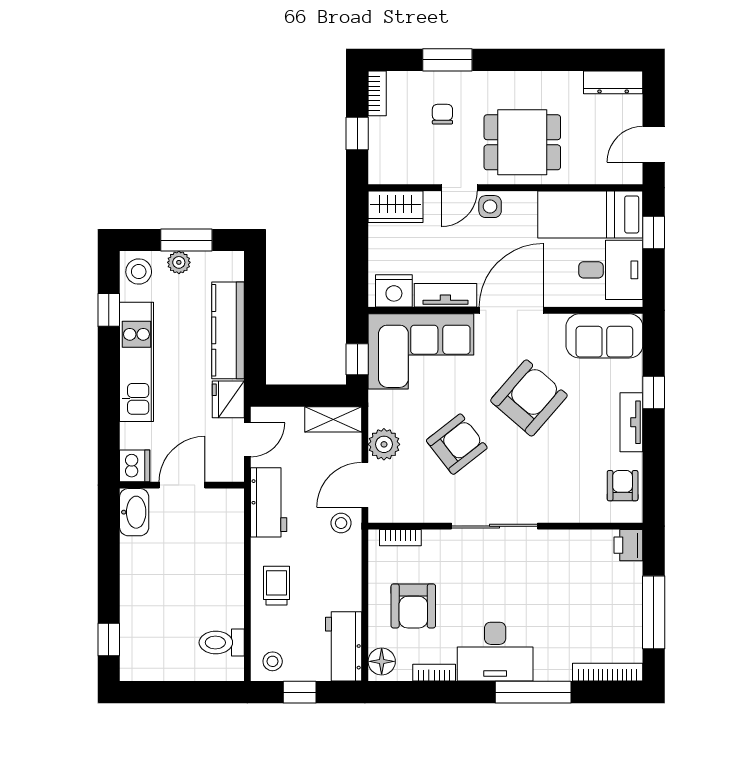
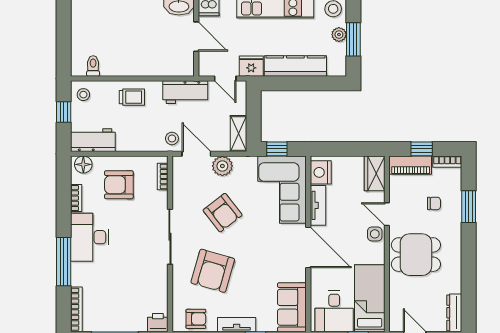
dining table: (522, 142) -> (416, 255), turned 90
piano: (383, 151) -> (411, 165), added
armchair: (529, 398) -> (213, 271), moved, turned 65
toilet: (222, 643) -> (93, 66), width x0.73, depth x0.72

